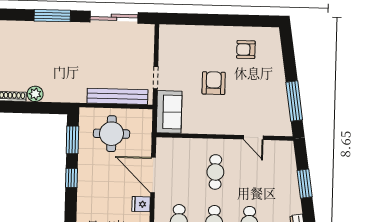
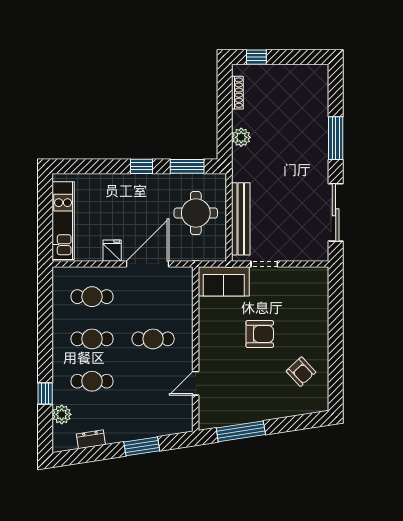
armchair: (246, 50) -> (301, 372), turned 137
plant: (35, 94) -> (241, 137), moved

